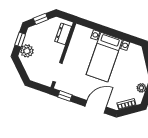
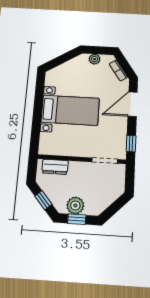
plant: (27, 51) -> (75, 205), moved
door: (96, 107) -> (133, 104), hinge flipped

